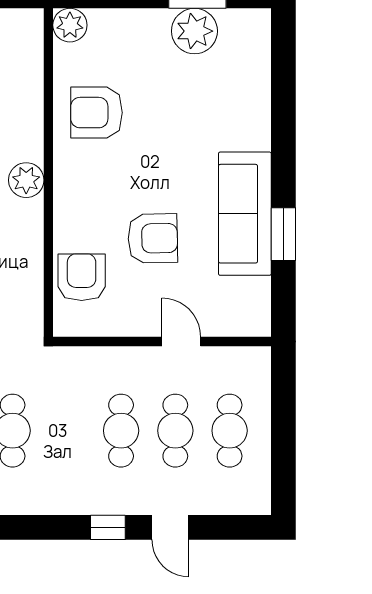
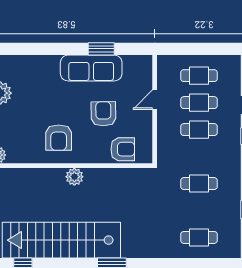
armchair: (97, 113) -> (59, 138), moved
armchair: (82, 277) -> (123, 149), turned 180

